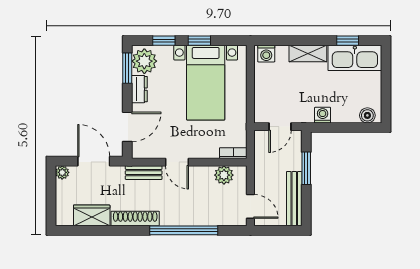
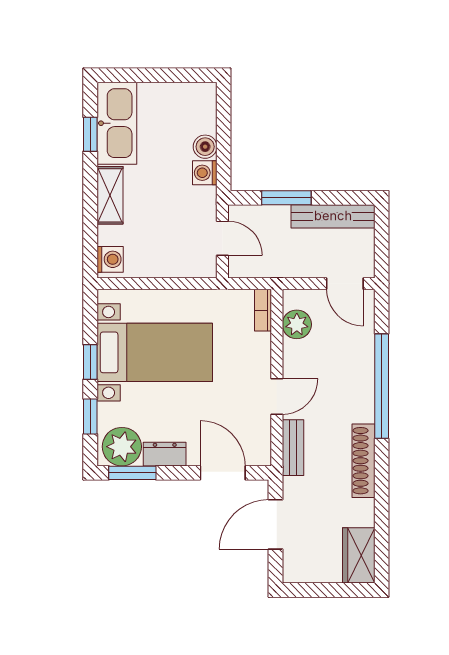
boiler: (367, 115) -> (205, 147), moved
plant: (62, 172) -> (293, 573), removed
door: (250, 206) -> (345, 284), swing flipped
wardrobe: (92, 215) -> (359, 555), moved

